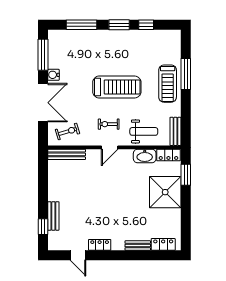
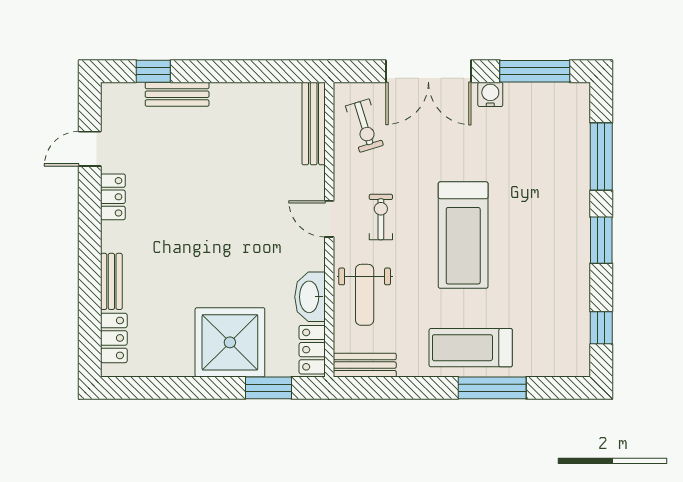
window: (146, 25) -> (601, 328), moved

